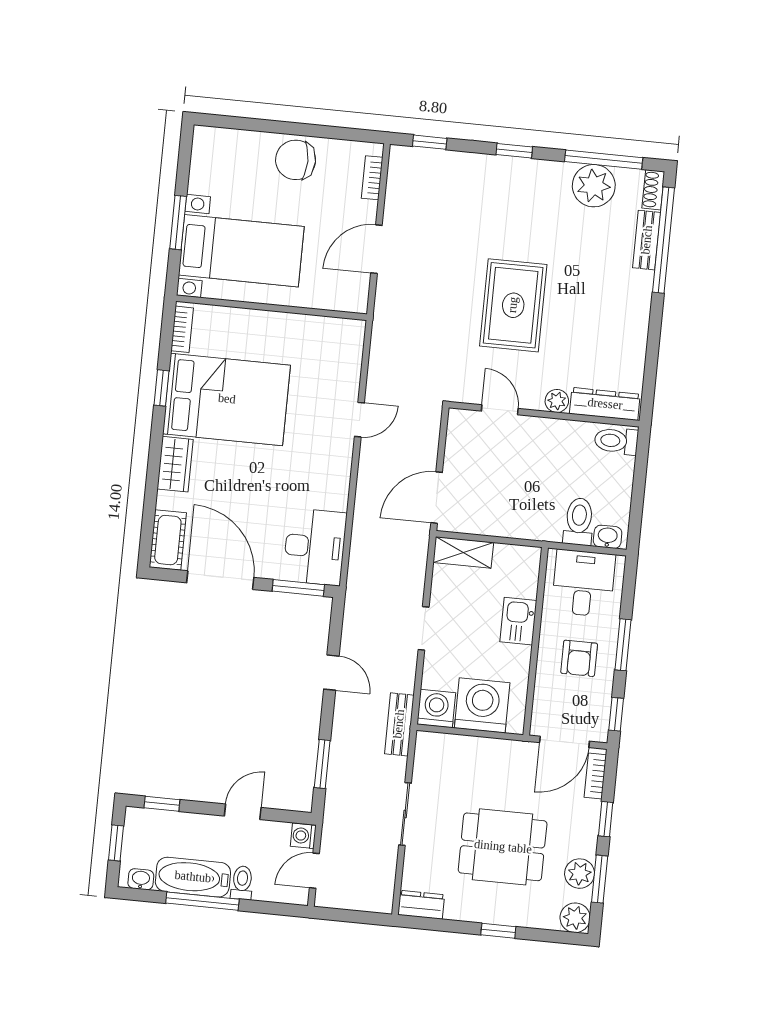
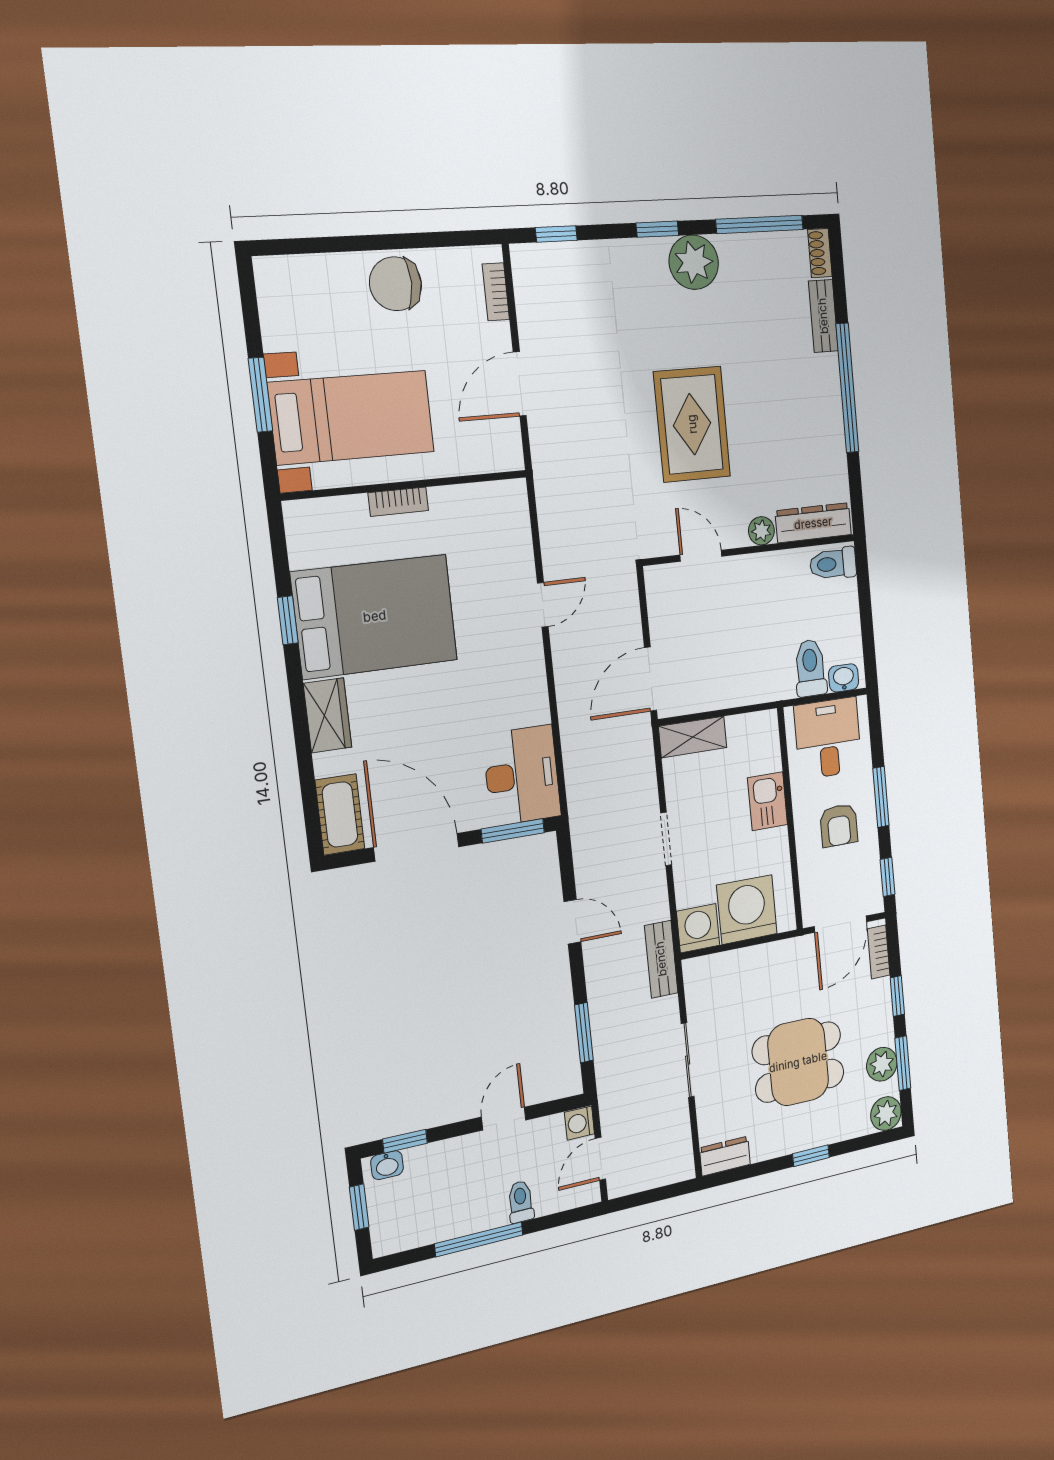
plant: (594, 186) -> (694, 262), moved
window: (663, 240) -> (847, 388), moved
bookcase: (182, 329) -> (398, 502), moved, turned 90
bathtub: (193, 877) -> (462, 1215), removed
washbasin: (141, 879) -> (387, 1165), moved, turned 180

